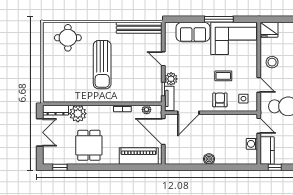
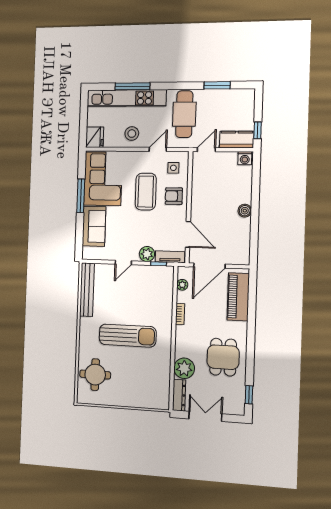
coffee table: (223, 76) -> (146, 192), width x1.86, depth x1.72
washing machine: (252, 144) -> (245, 158), moved
dining table: (89, 145) -> (223, 357), turned 90

